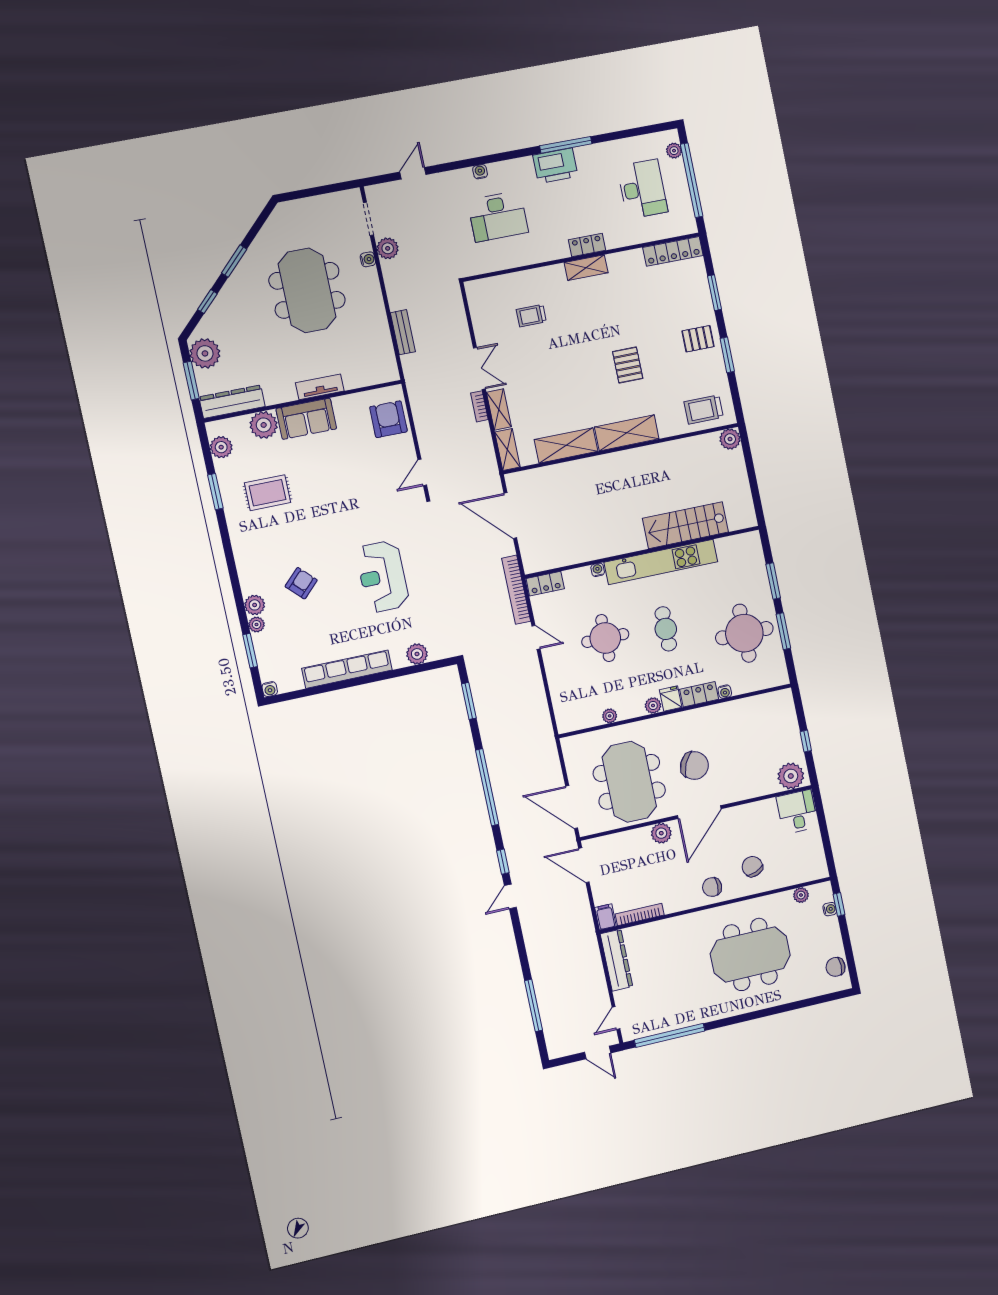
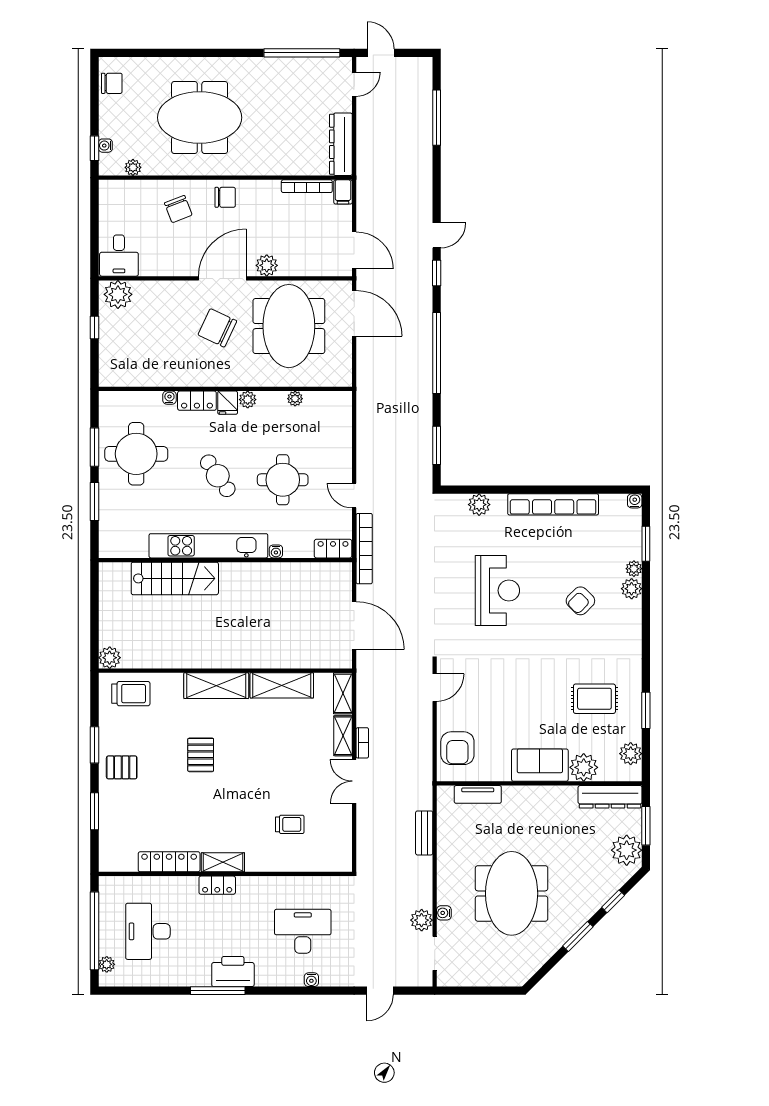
locker: (673, 251) -> (169, 862), moved
tv unit: (320, 387) -> (478, 794), moved
cafe table: (666, 629) -> (218, 476), turned -35

